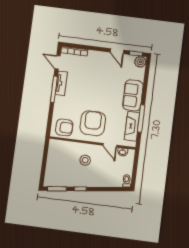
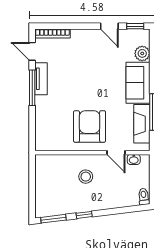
plant: (140, 62) -> (142, 53), moved
armchair: (64, 127) -> (52, 137), removed

